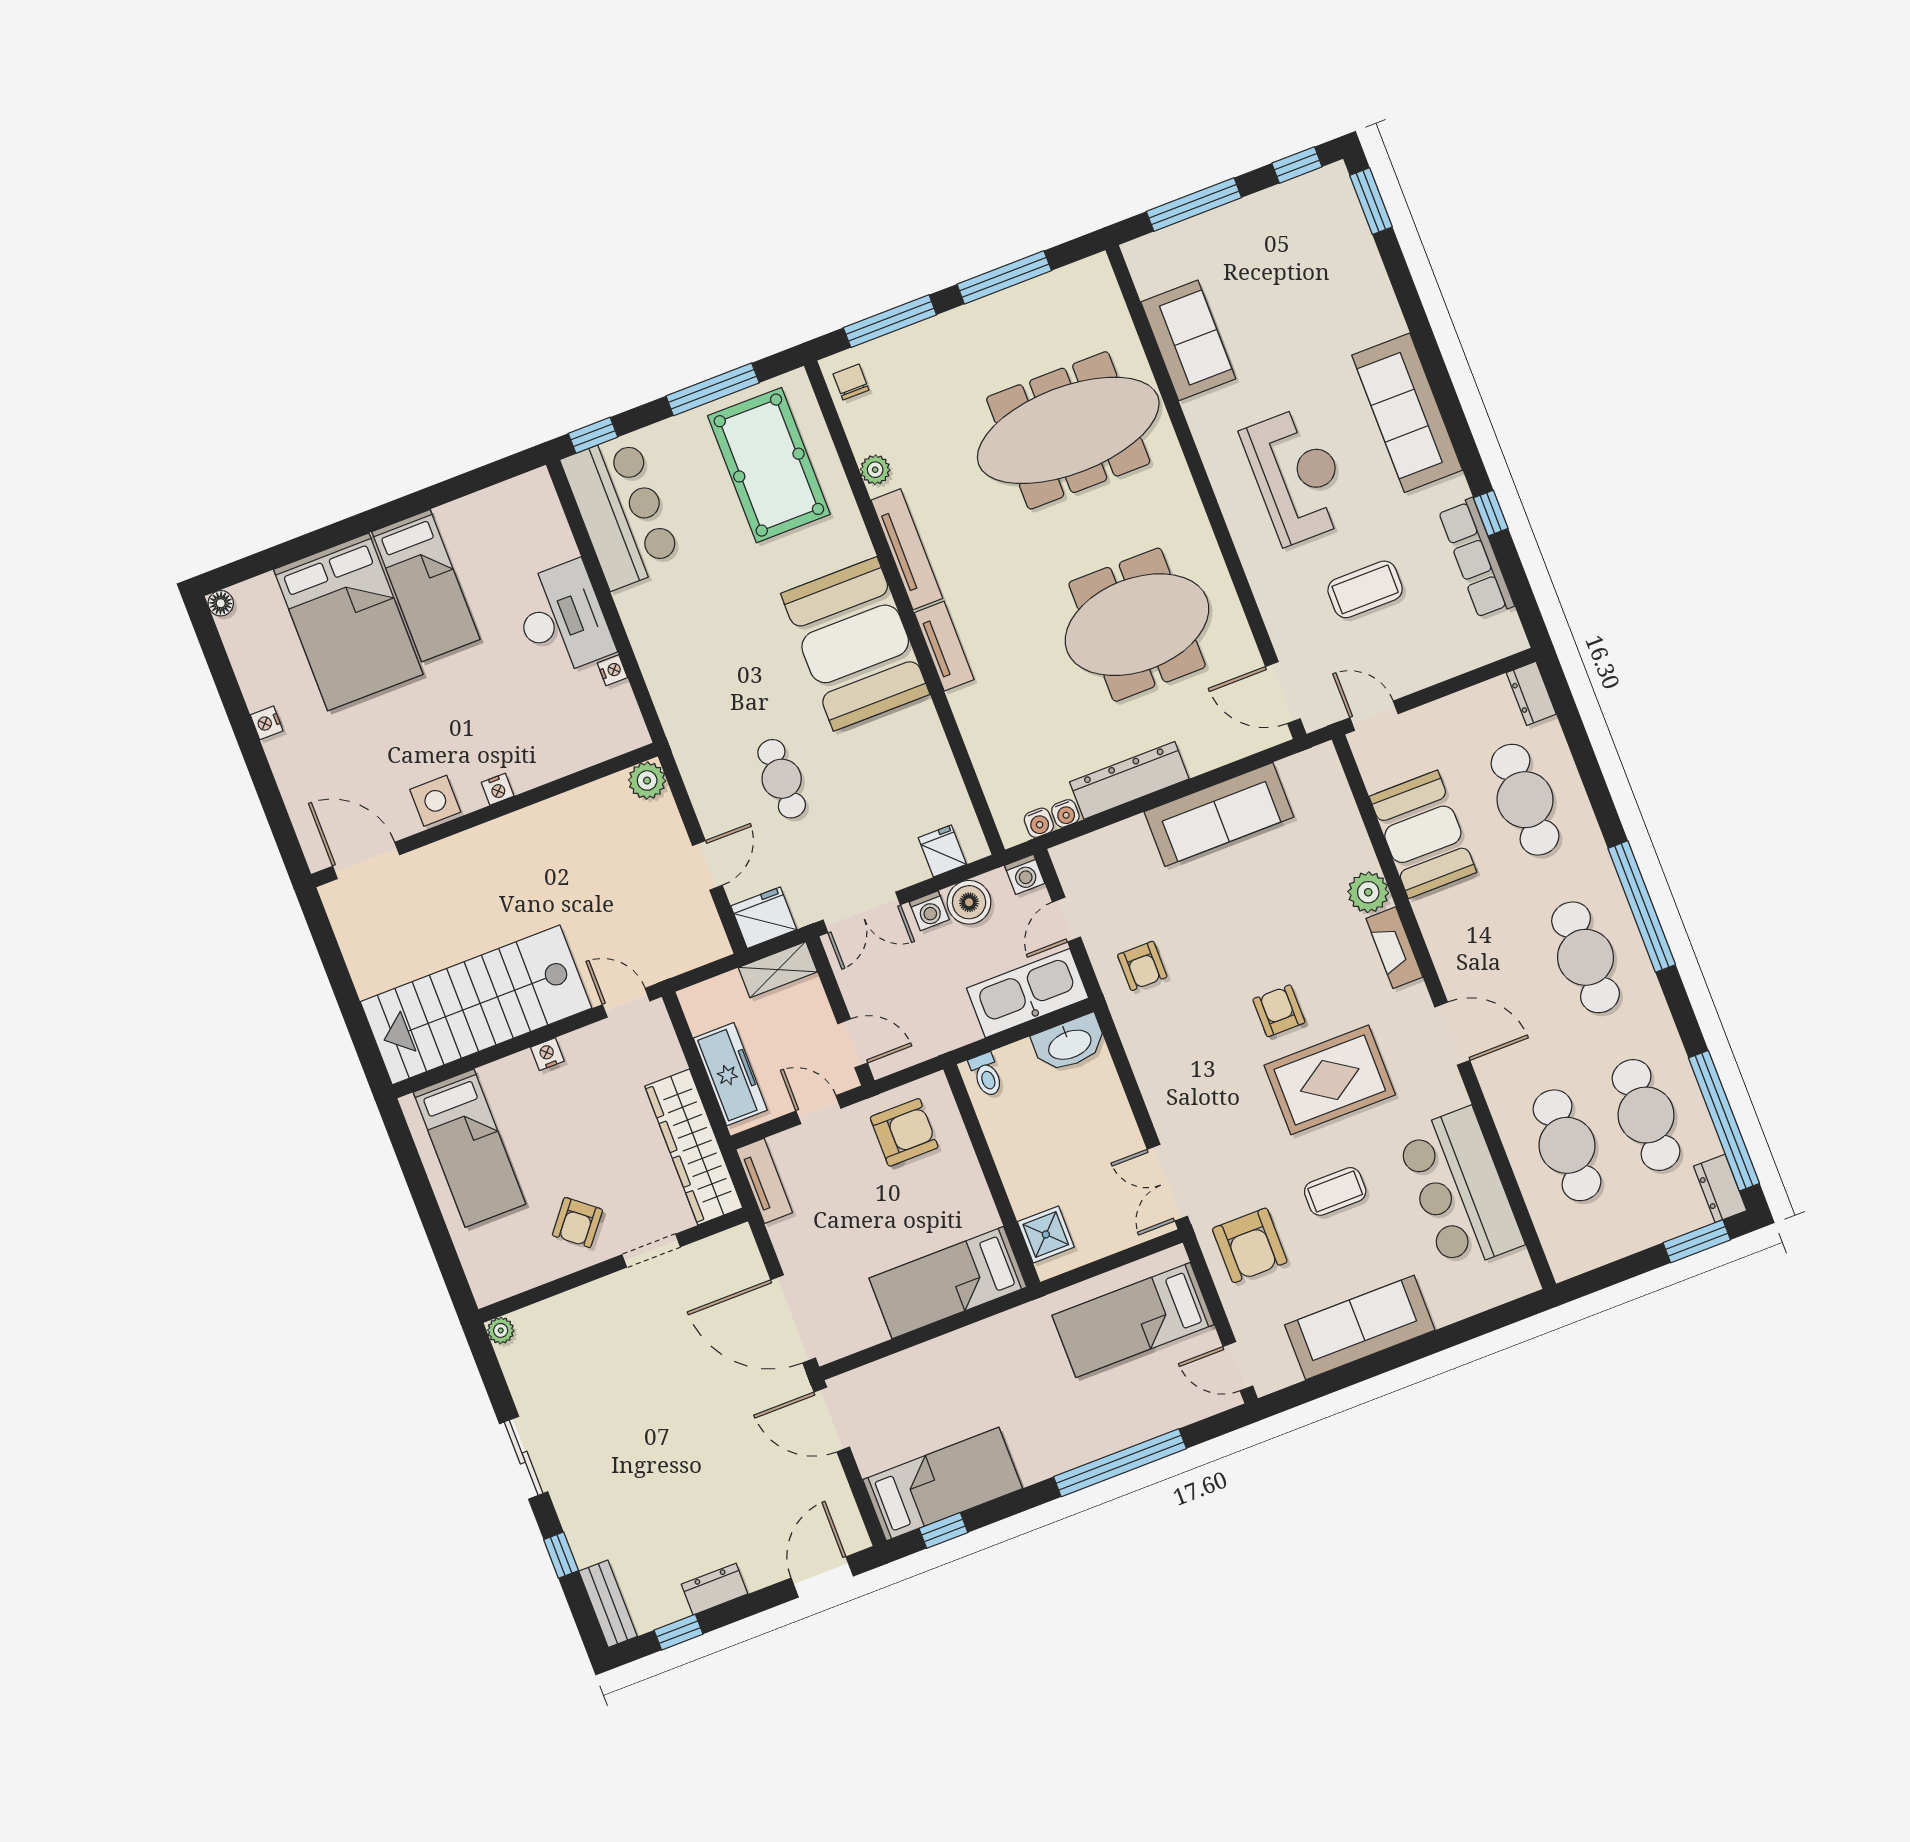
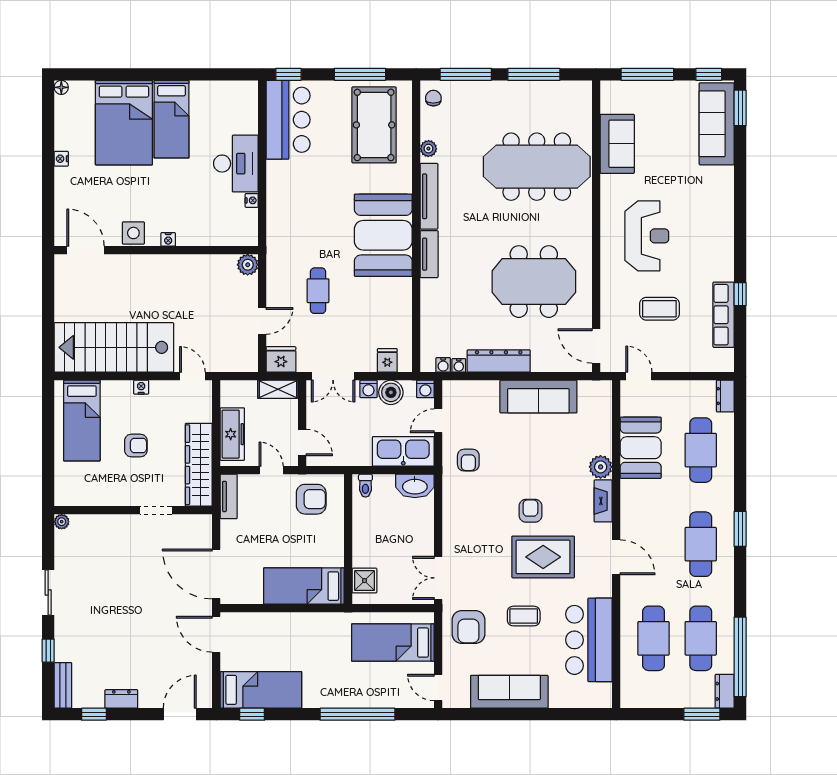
sofa: (1407, 413) -> (717, 124), moved
window: (1642, 906) -> (740, 529), width x0.47
armchair: (577, 1223) -> (136, 446), moved, turned -129

